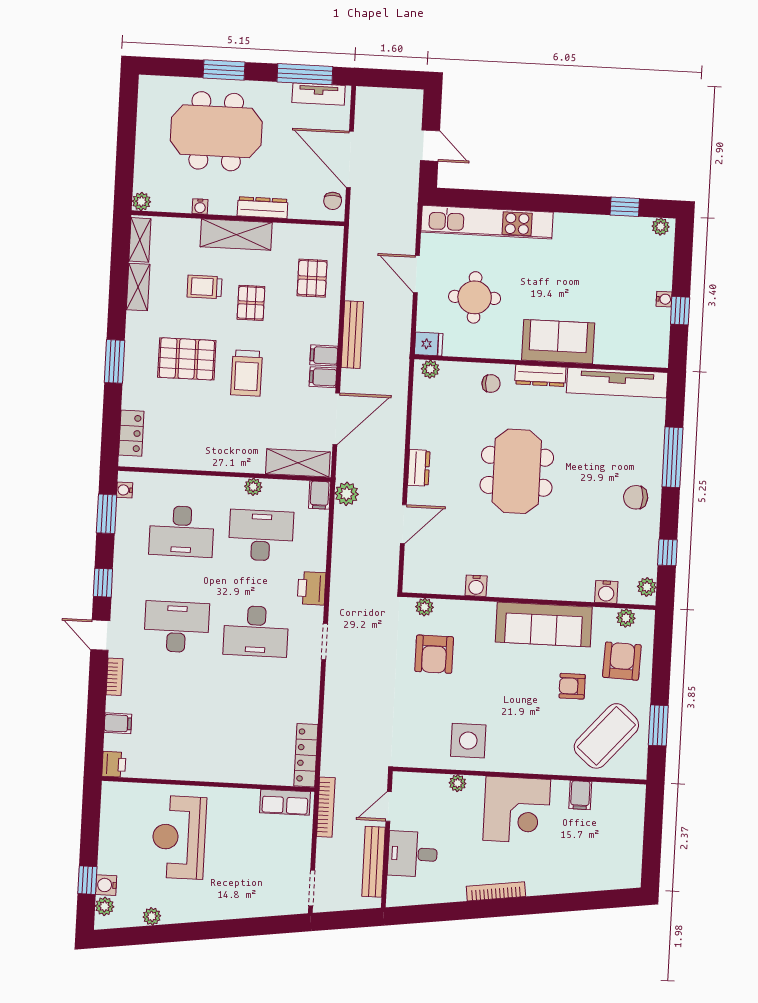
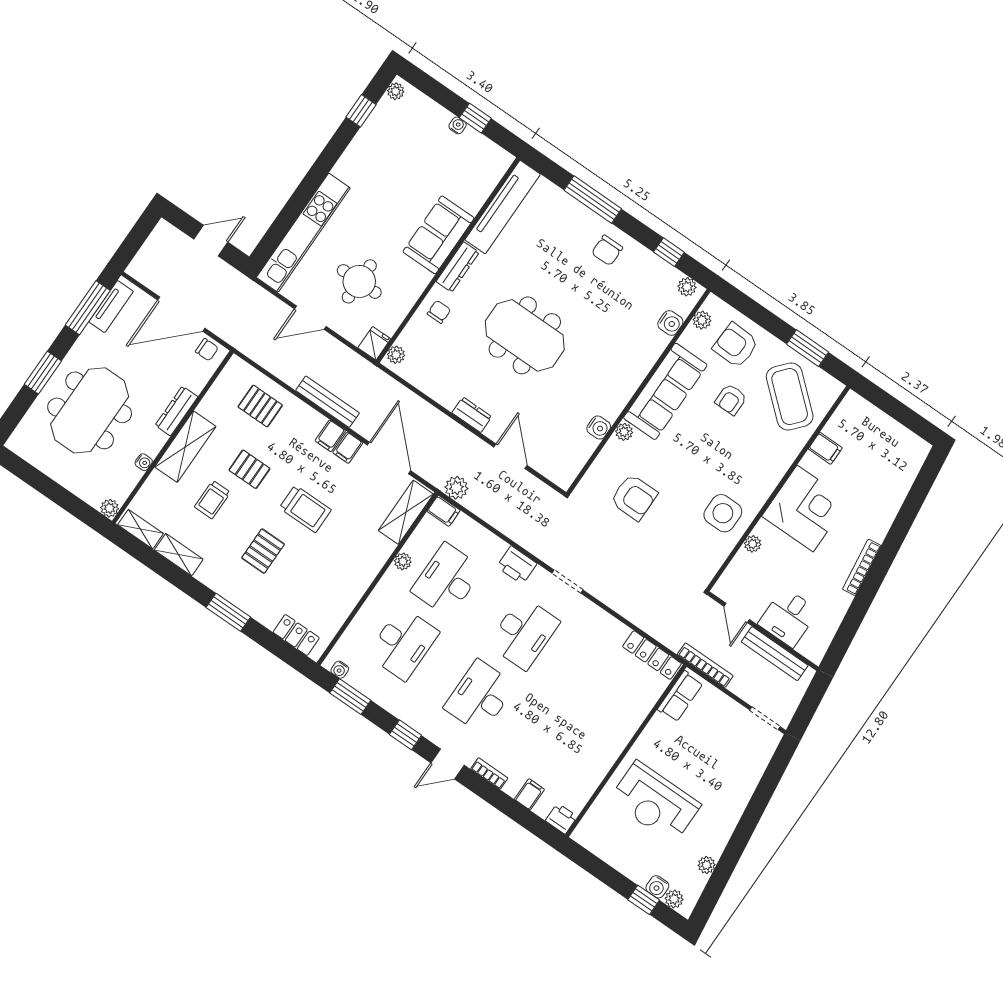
pallet: (187, 359) -> (263, 551), width x0.67, depth x0.71
plant: (425, 607) -> (624, 432), moved

